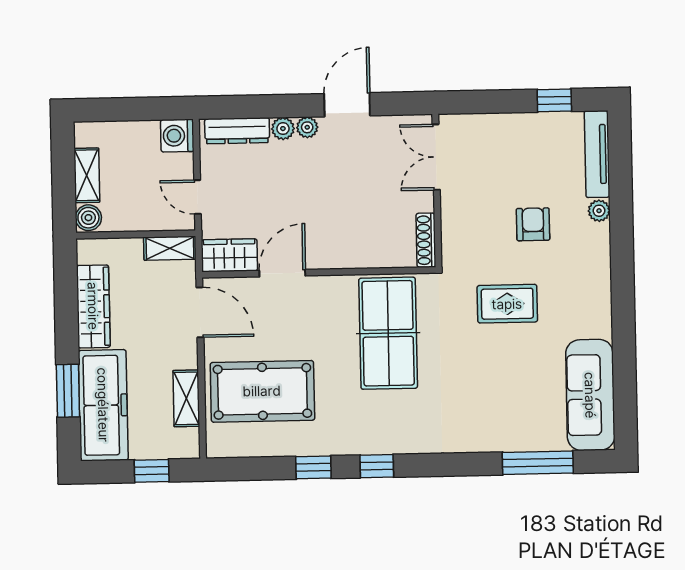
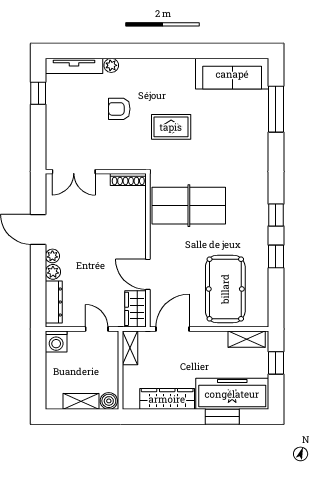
door: (198, 197) -> (97, 329), swing flipped
rug: (507, 304) -> (171, 127), turned 90
shelving: (186, 398) -> (247, 339), moved

